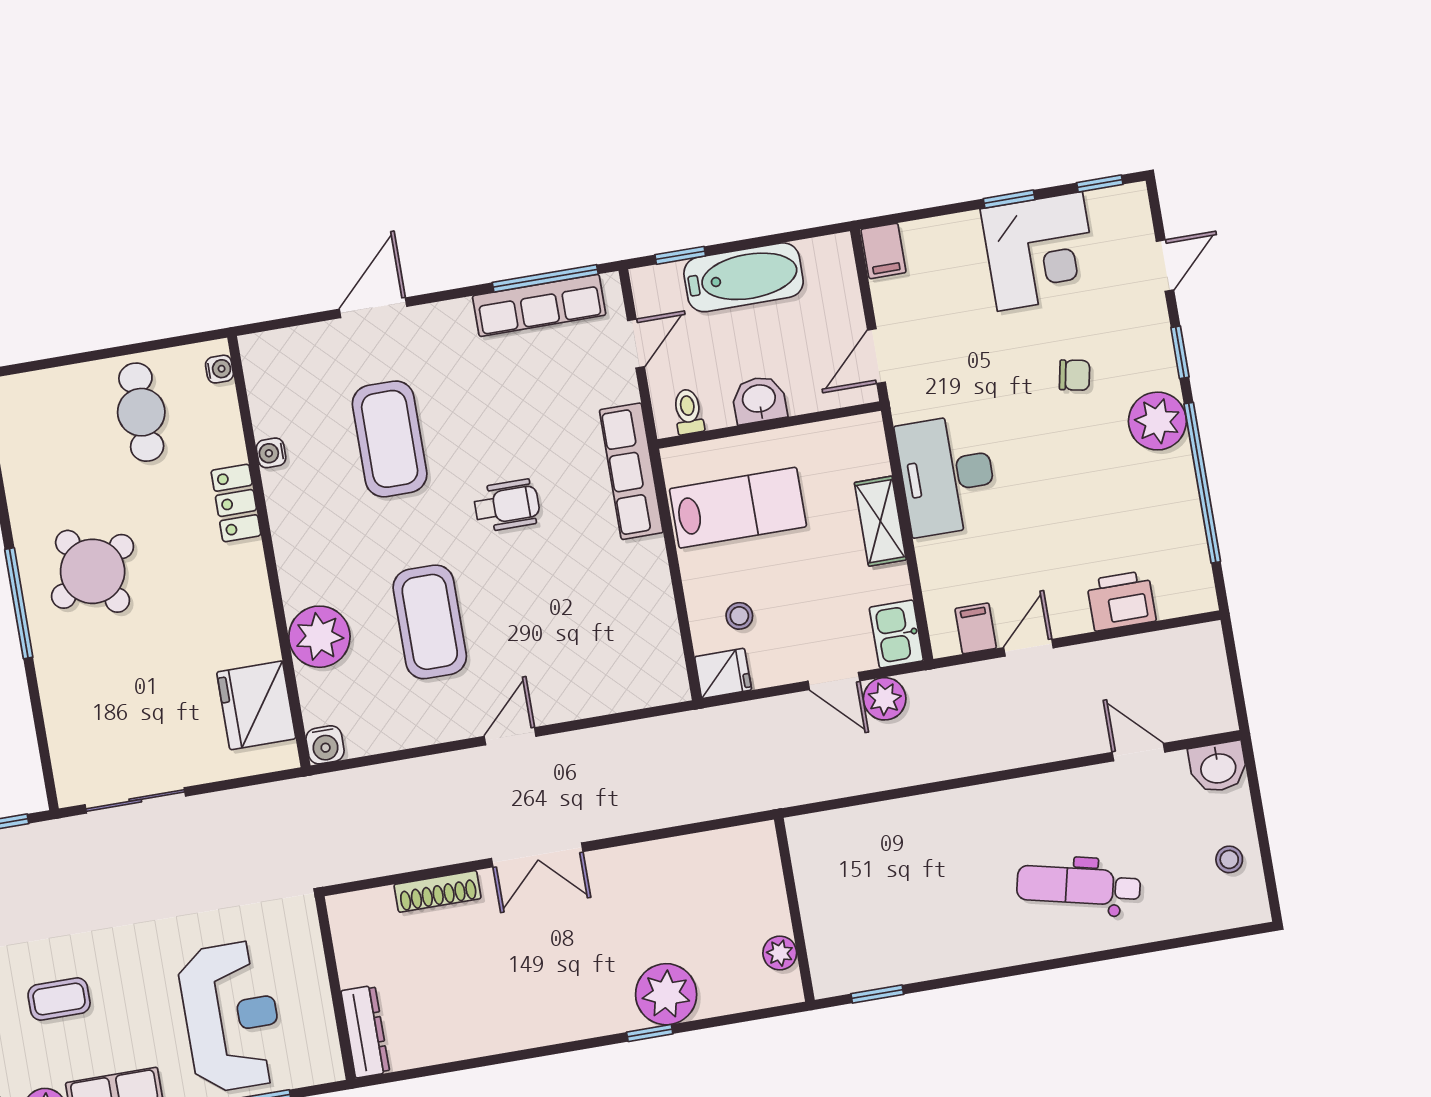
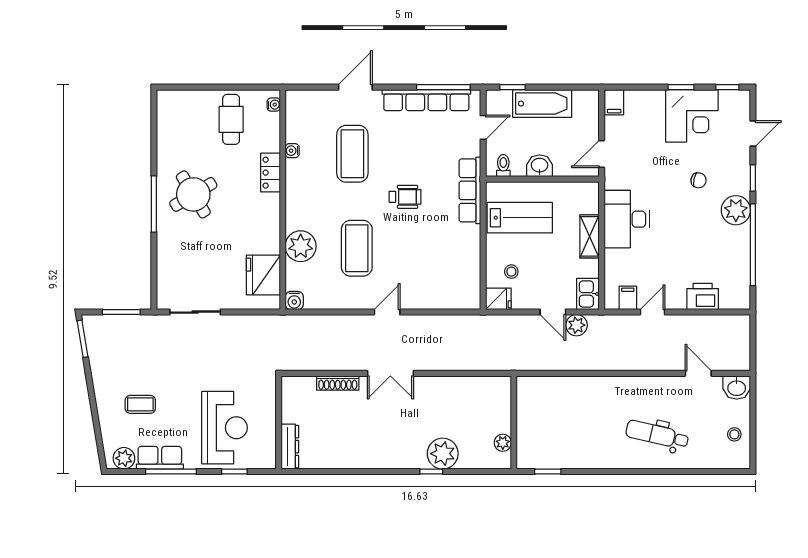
row of seats: (539, 305) -> (426, 100), width x1.36

